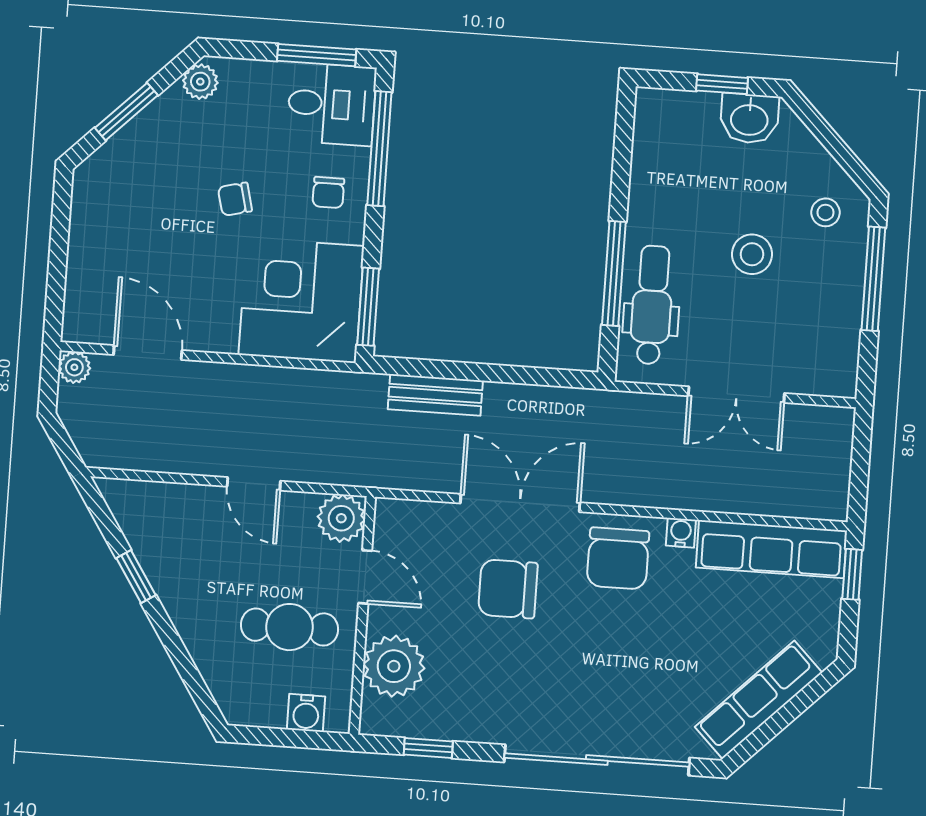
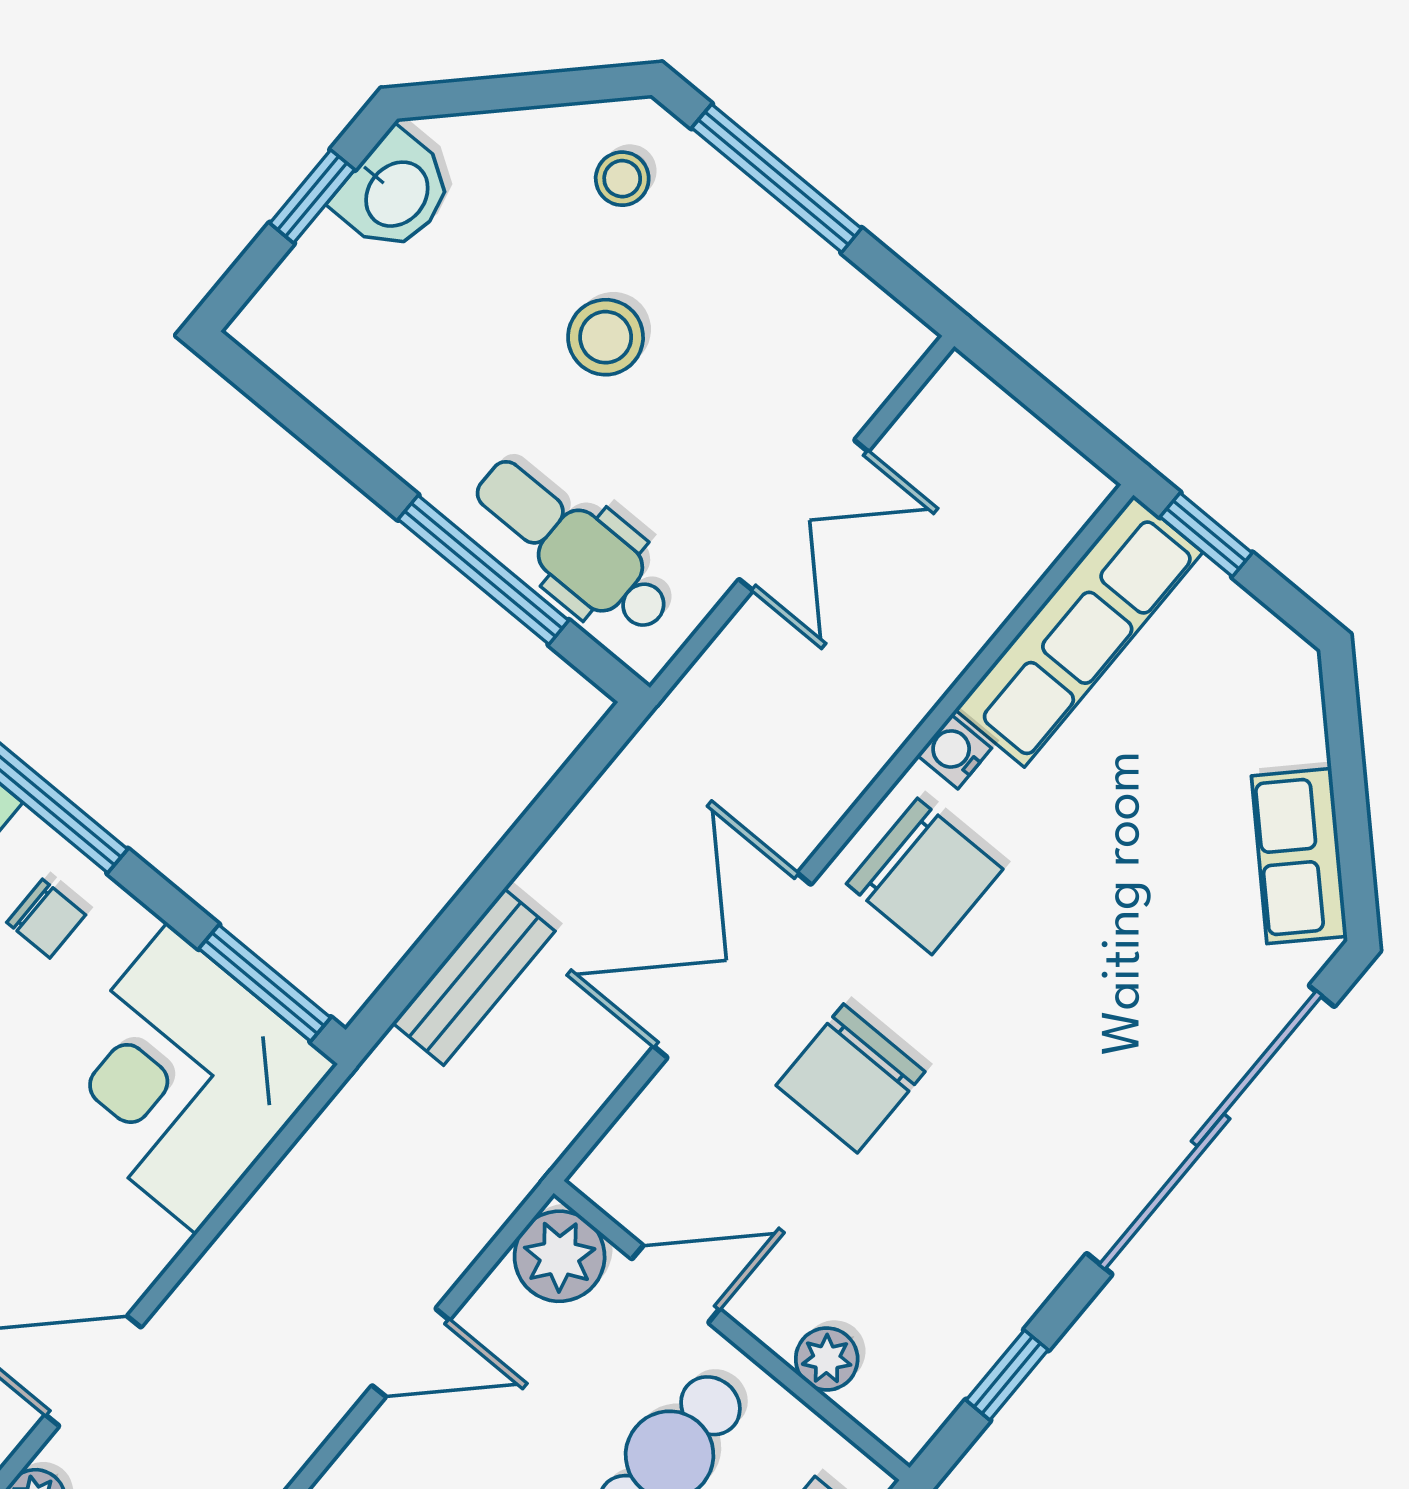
plant: (394, 666) -> (827, 1359), width x0.53, depth x0.53
row of seats: (758, 700) -> (1299, 856), width x0.68

